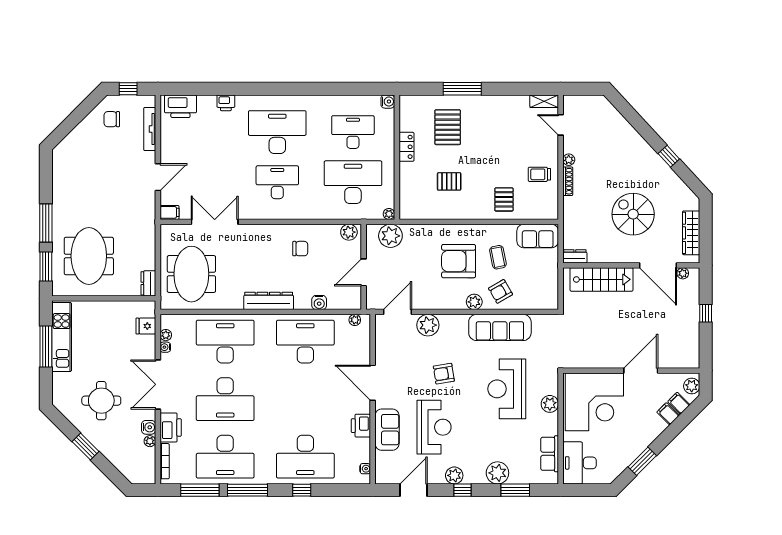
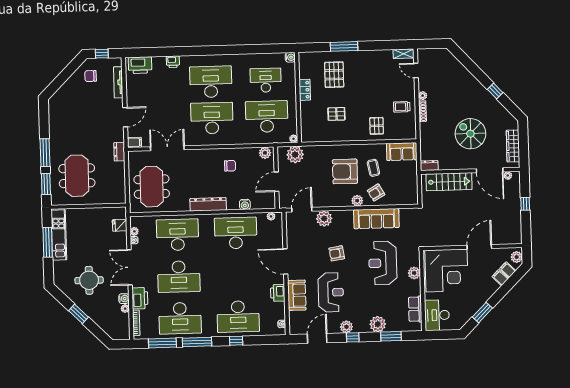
desk: (277, 182) -> (212, 118), width x1.36, depth x1.30
dresser: (148, 283) -> (119, 152), moved

